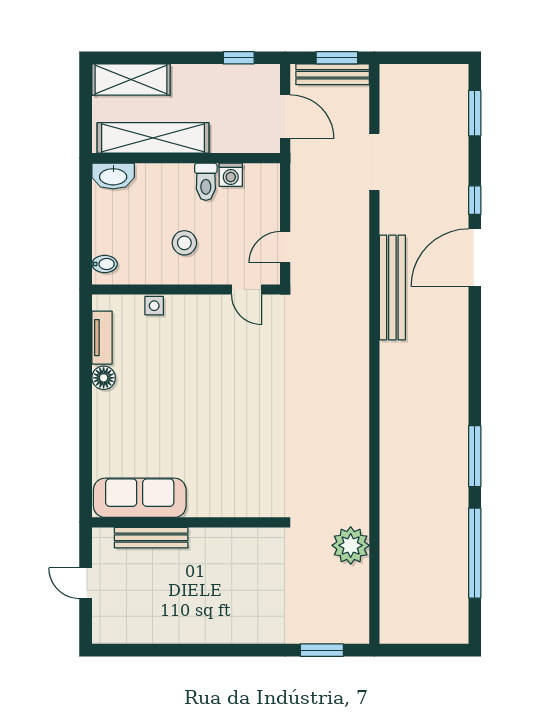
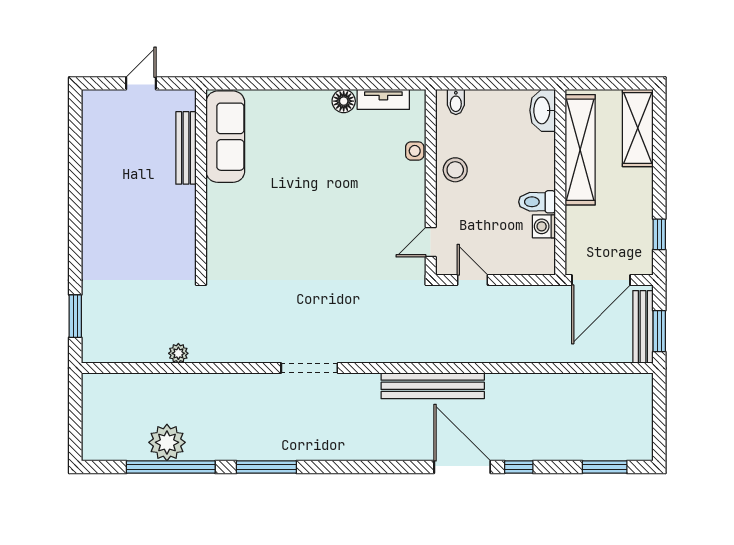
door: (285, 117) -> (601, 280), width x1.36
doorway: (374, 162) -> (309, 368), moved
stool: (184, 243) -> (455, 170), moved
plant: (351, 545) -> (178, 353), width x0.53, depth x0.53
plant: (450, 557) -> (167, 442), added

